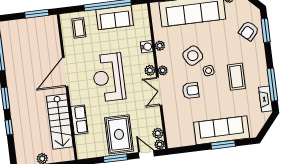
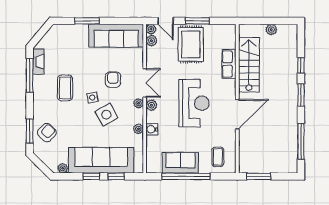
armchair: (191, 91) -> (113, 80), turned 91
sofa: (222, 130) -> (116, 36), moved

